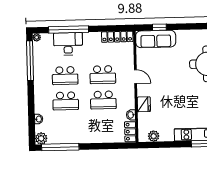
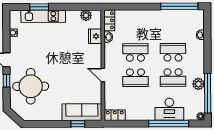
locker: (117, 37) -> (115, 115), width x0.66
school desk: (103, 75) -> (135, 78), turned 180
school desk: (65, 76) -> (173, 78), turned 180
fridge: (144, 104) -> (95, 36), moved
plant: (41, 138) -> (198, 84), moved

